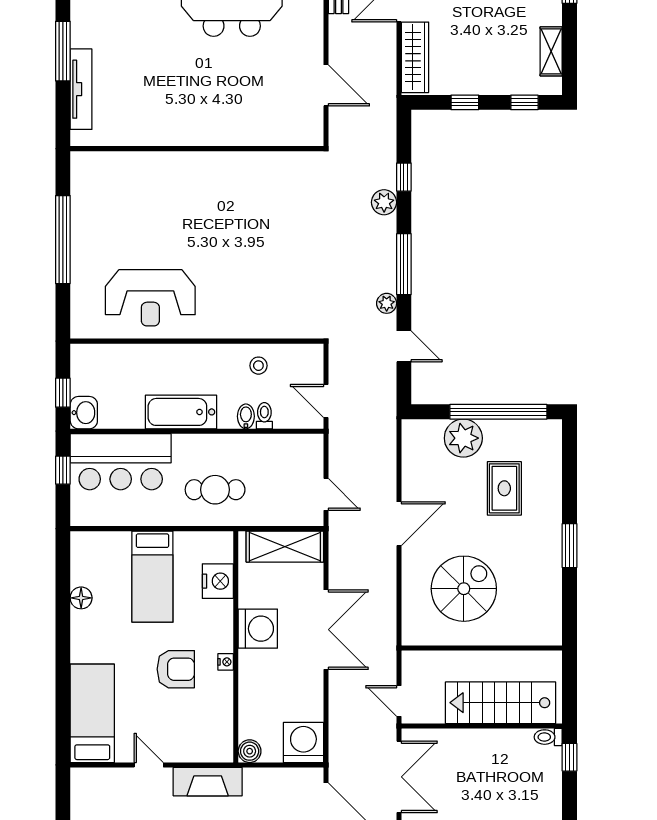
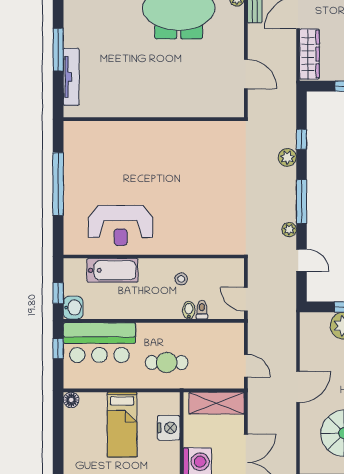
stool: (258, 366) -> (181, 279), moved
bathtub: (181, 412) -> (112, 270), moved, turned 180
floor lamp: (81, 598) -> (71, 400), moved

